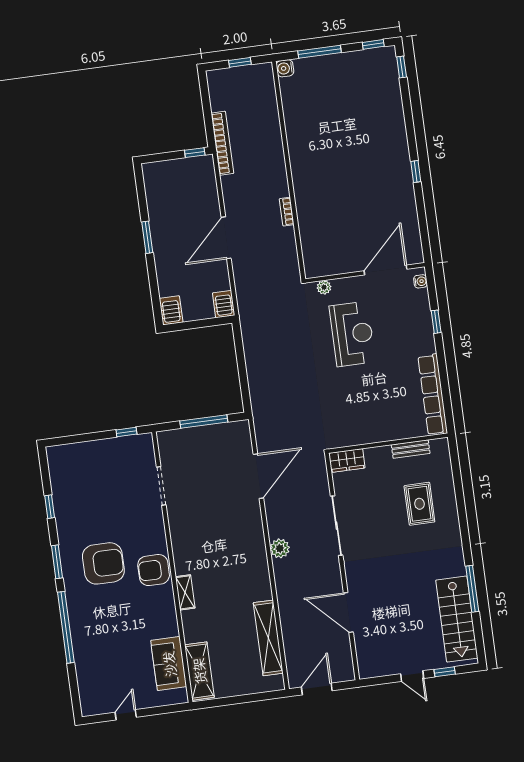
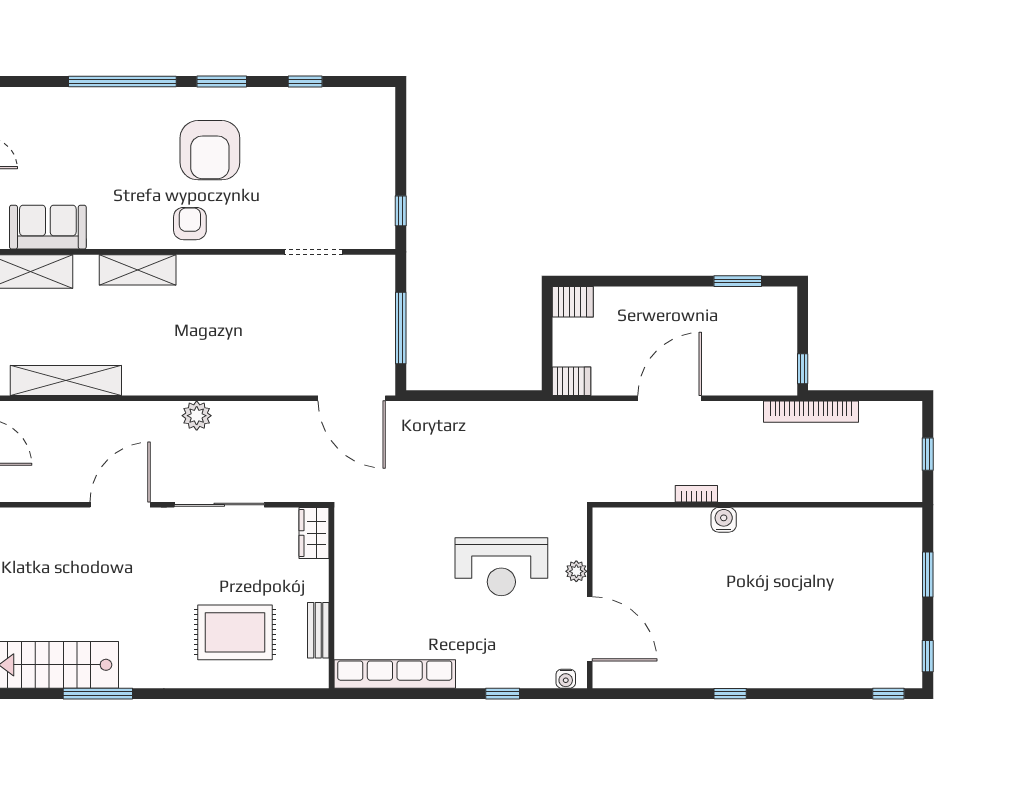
window: (319, 52) -> (928, 575), width x0.69
water cooler: (285, 68) -> (724, 520), moved
window: (147, 237) -> (738, 281), moved
door: (226, 238) -> (670, 398), hinge flipped
plant: (324, 287) -> (576, 571), moved
door: (258, 476) -> (352, 398), moved
rug: (419, 504) -> (235, 632), width x1.36, depth x1.43
armchair: (154, 570) -> (190, 224), width x0.72, depth x0.72
shelving: (185, 592) -> (138, 270), width x1.50, depth x1.33
door: (348, 612) -> (120, 505), moved

